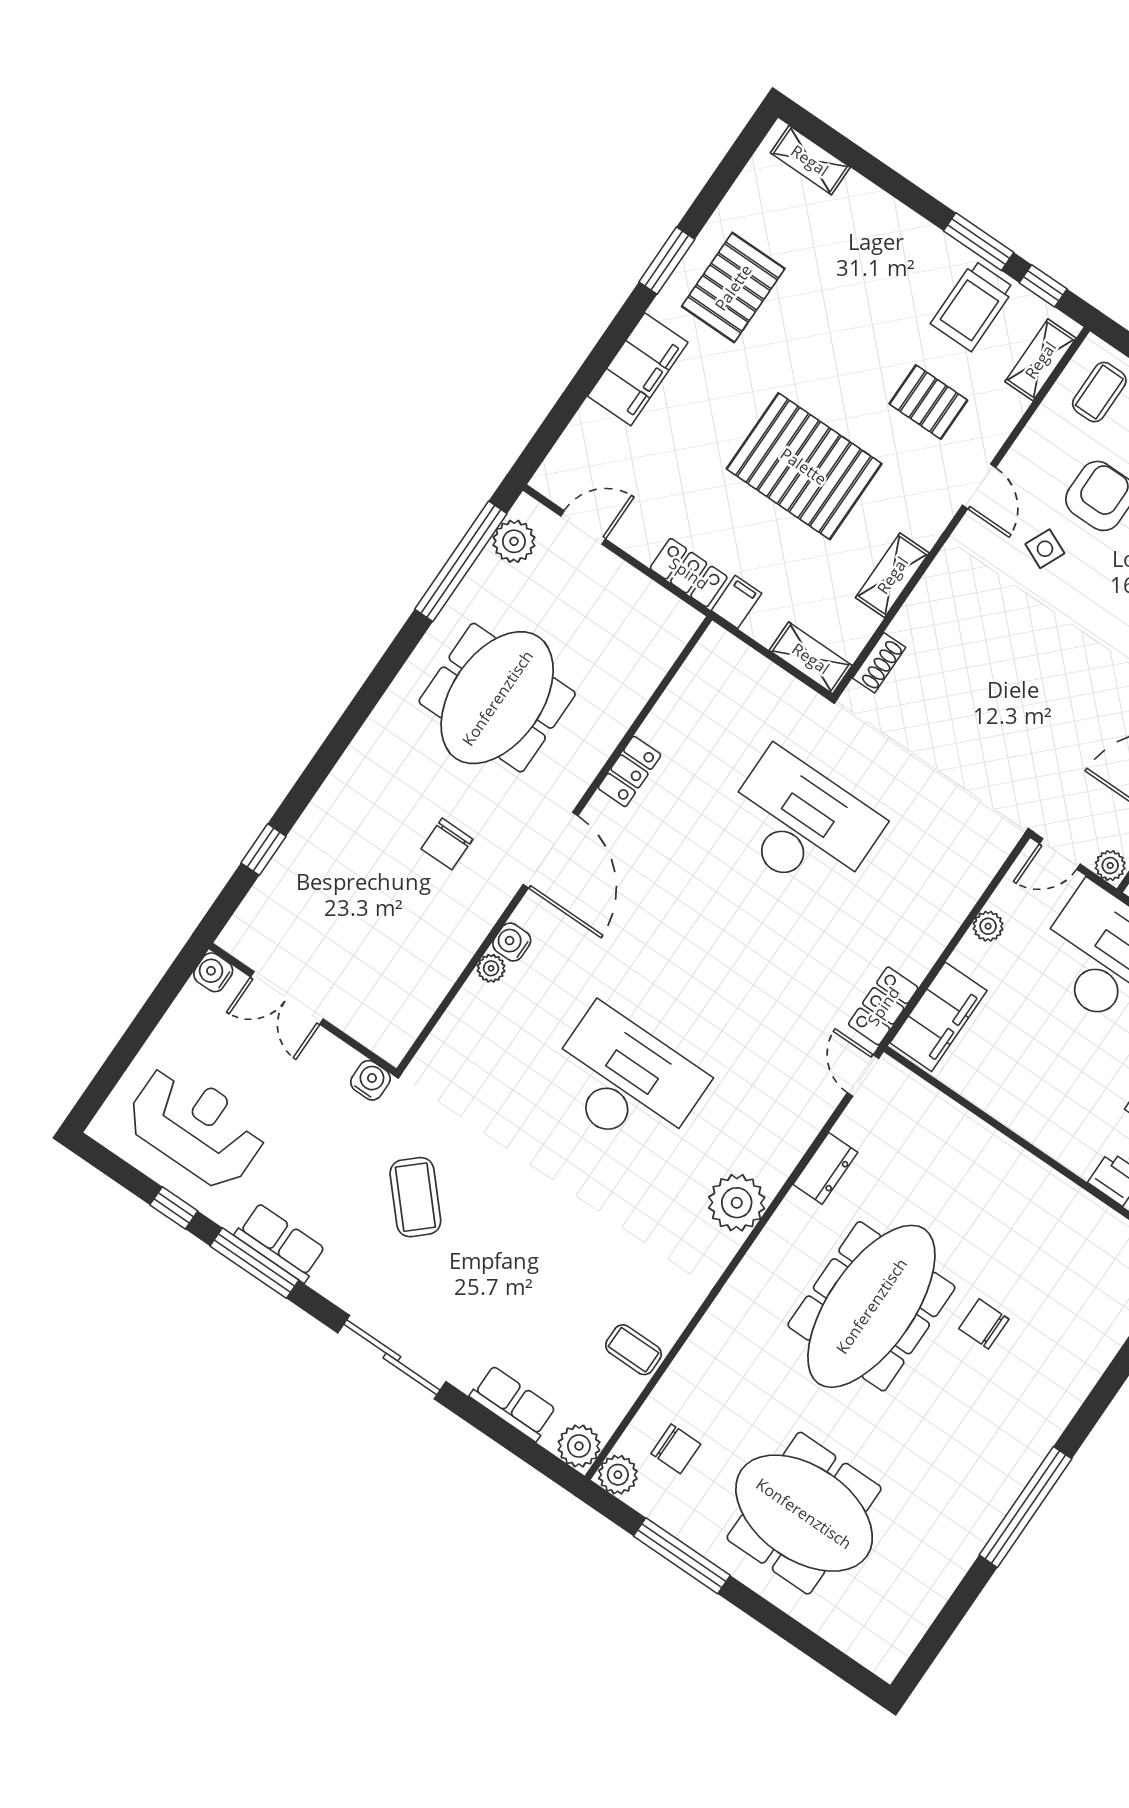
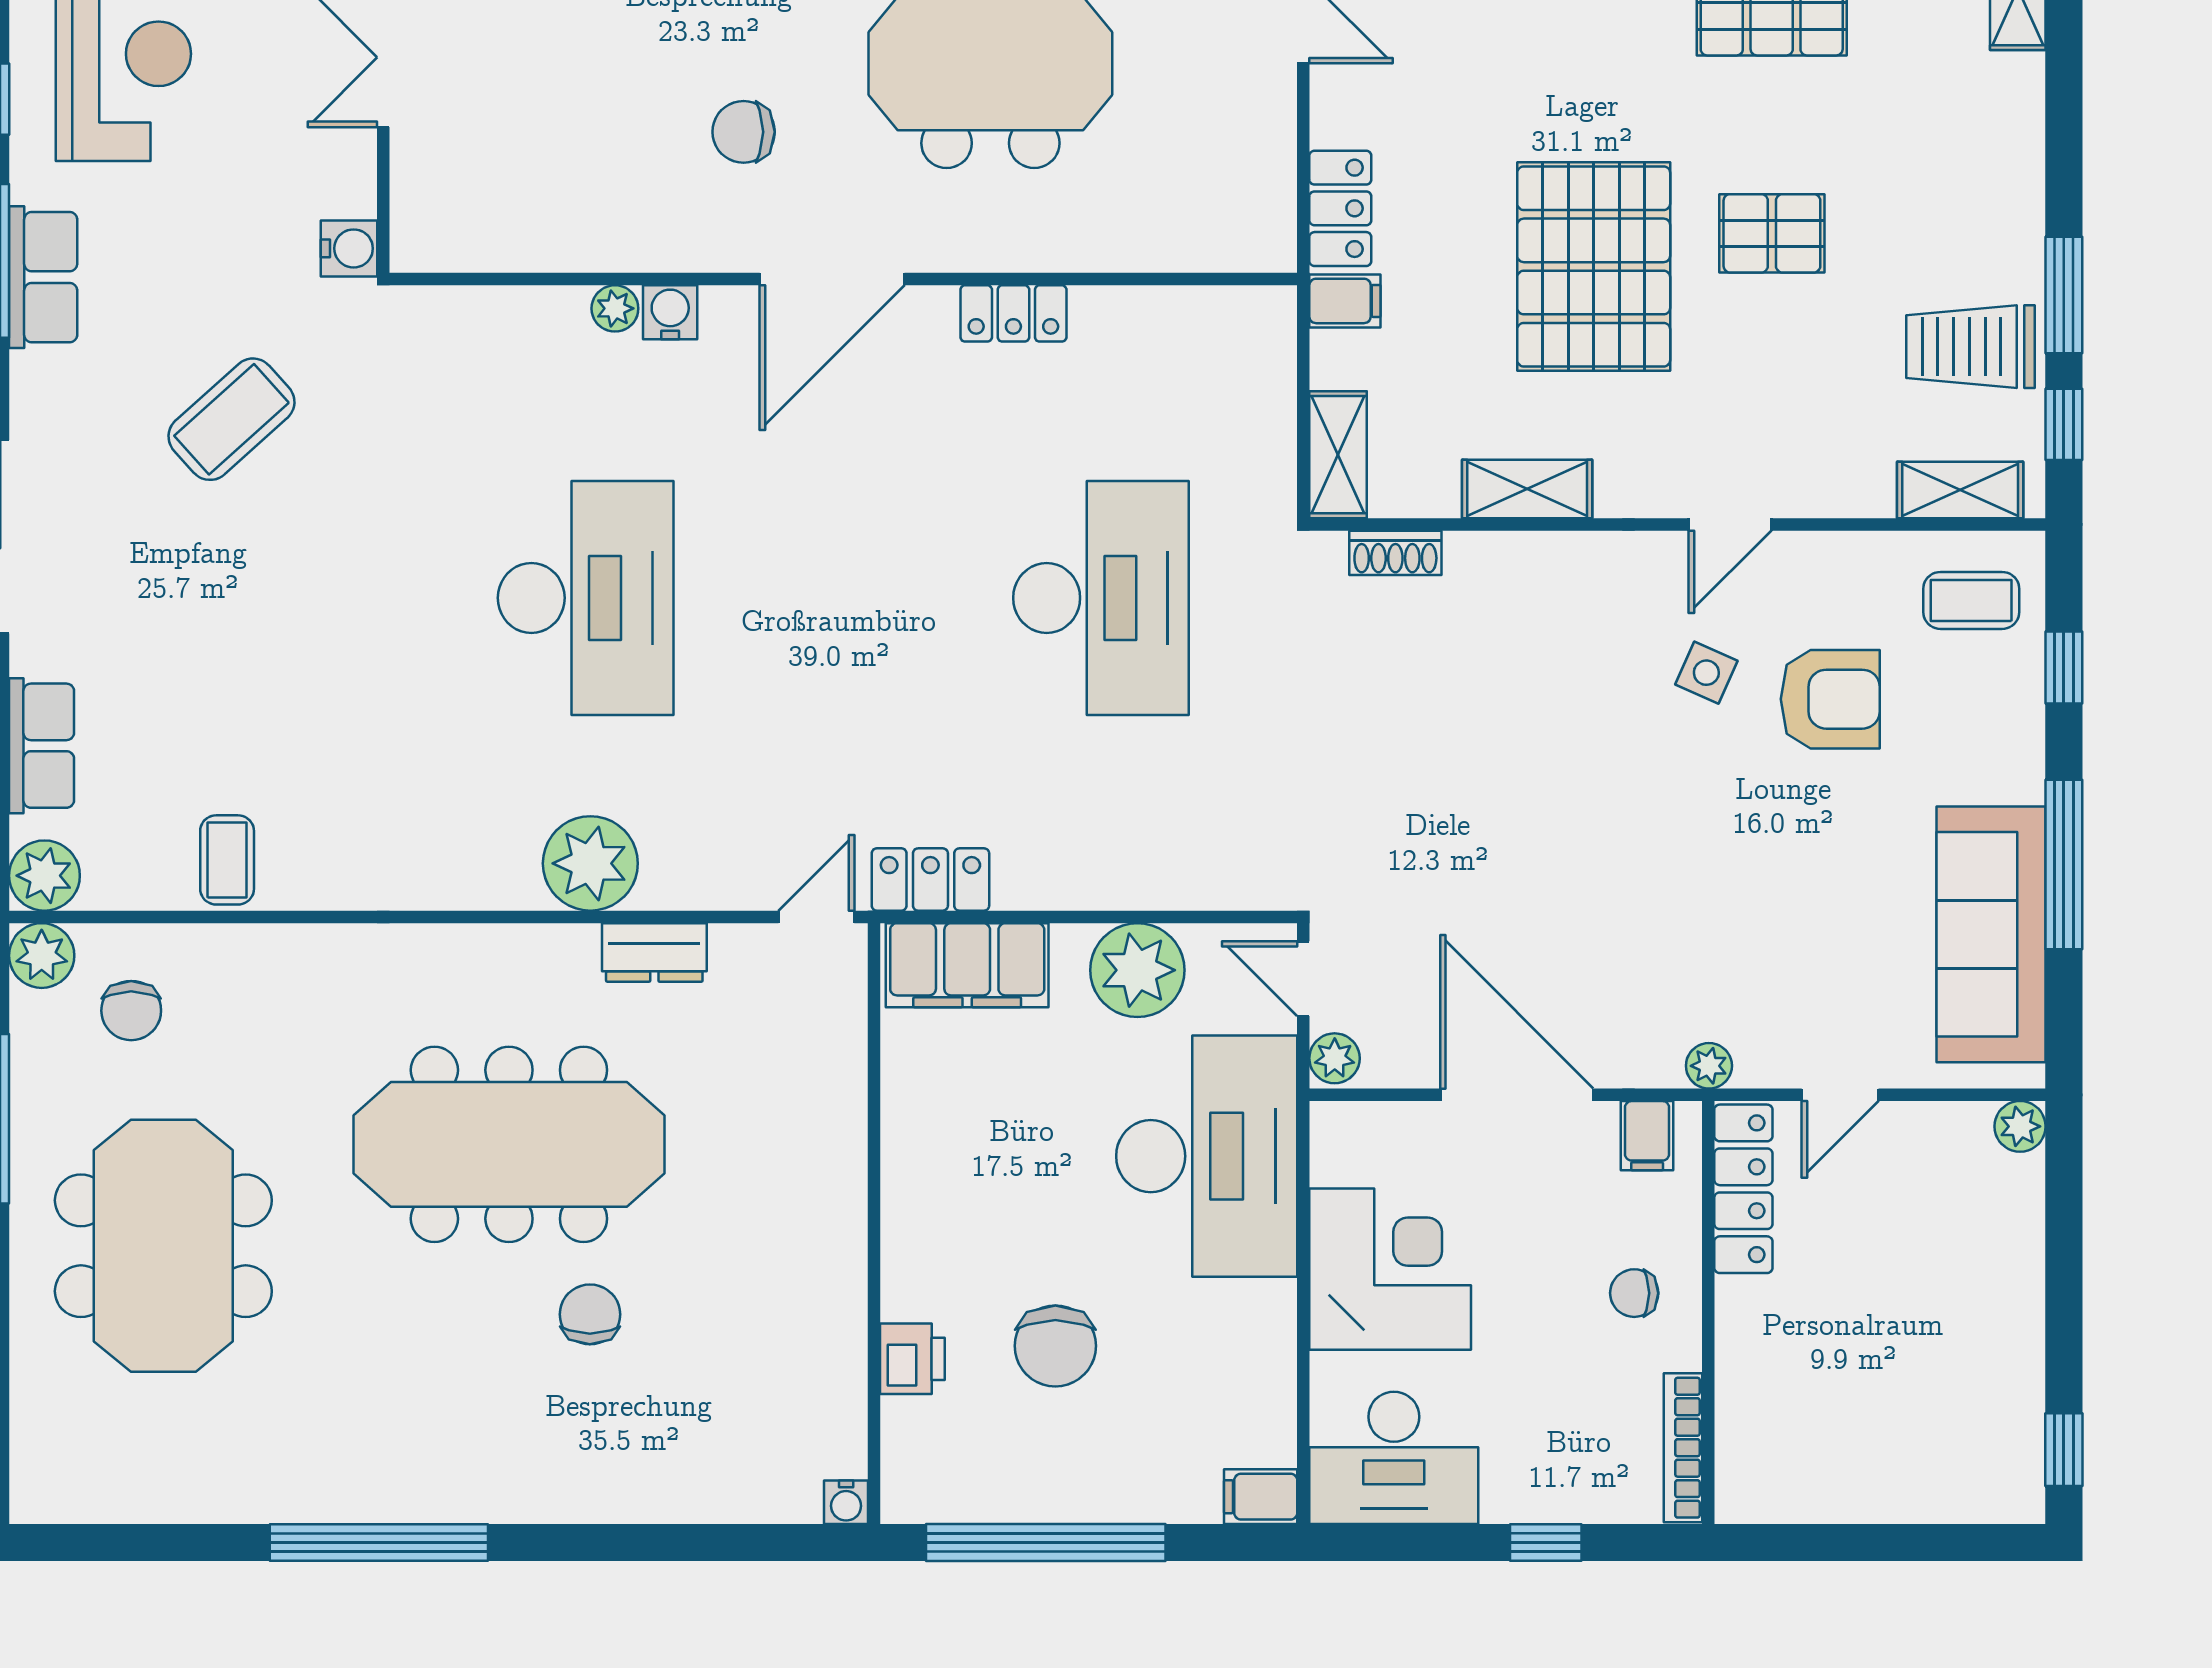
pallet: (928, 402) -> (1772, 233), moved, turned 90
plant: (988, 926) -> (1137, 970), width x1.87, depth x1.87
plant: (737, 1203) -> (590, 863), moved

